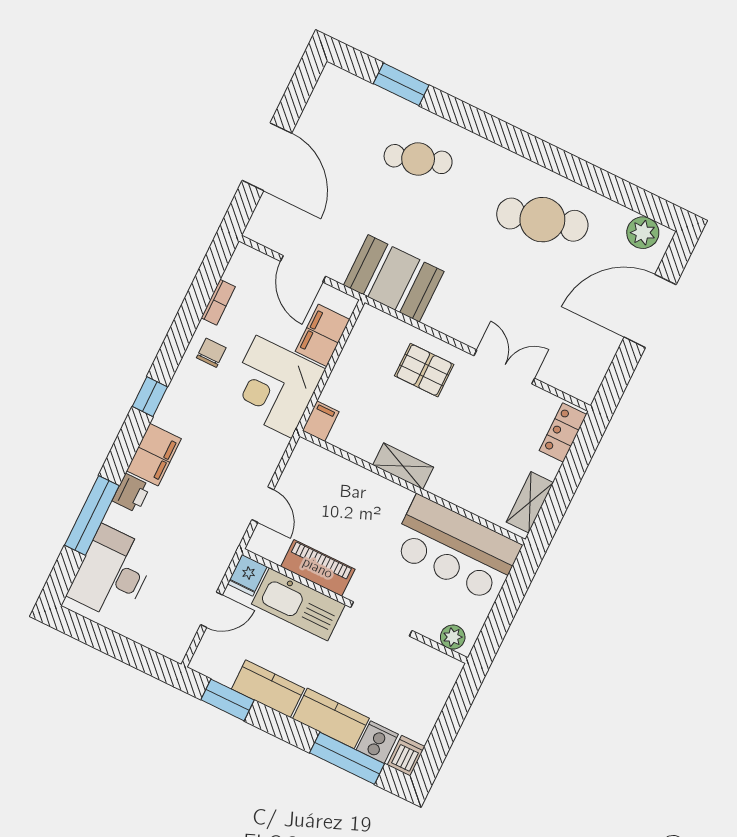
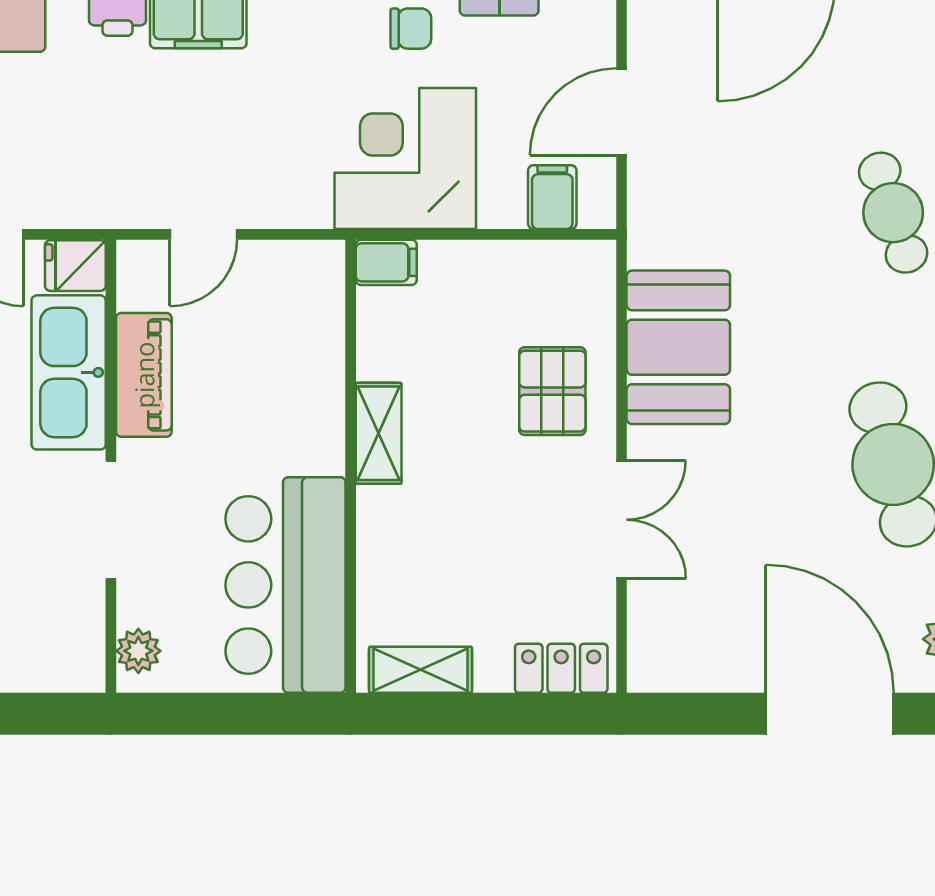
booth: (394, 278) -> (678, 347), moved
filing cabinet: (323, 335) -> (552, 197), width x0.50

